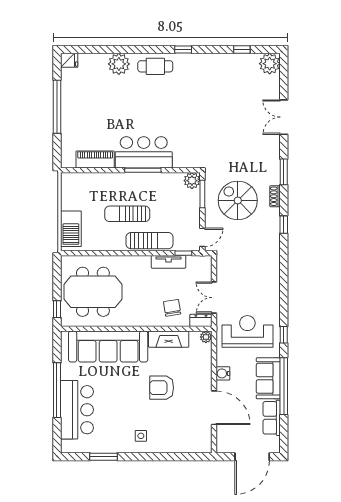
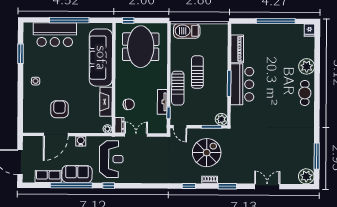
window: (183, 50) -> (317, 113), removed
window: (242, 50) -> (317, 156), width x2.17
armchair: (162, 388) -> (59, 109), moved

